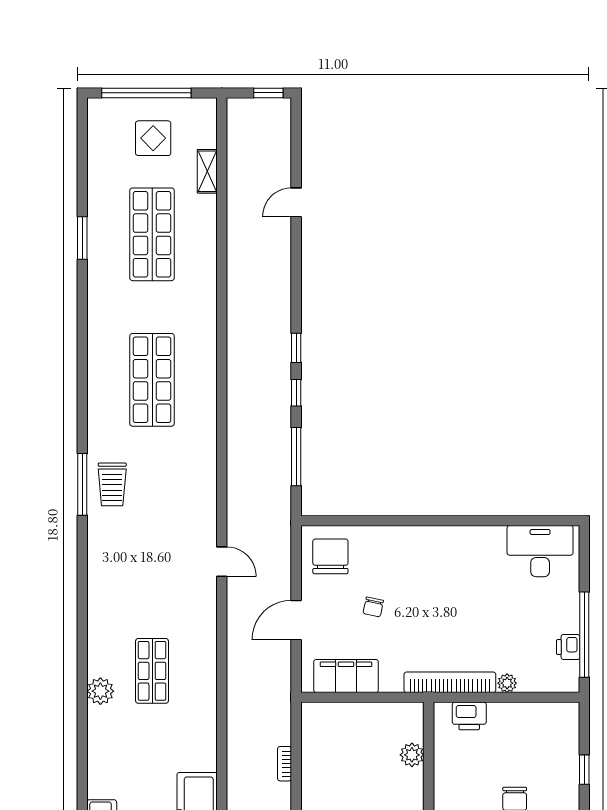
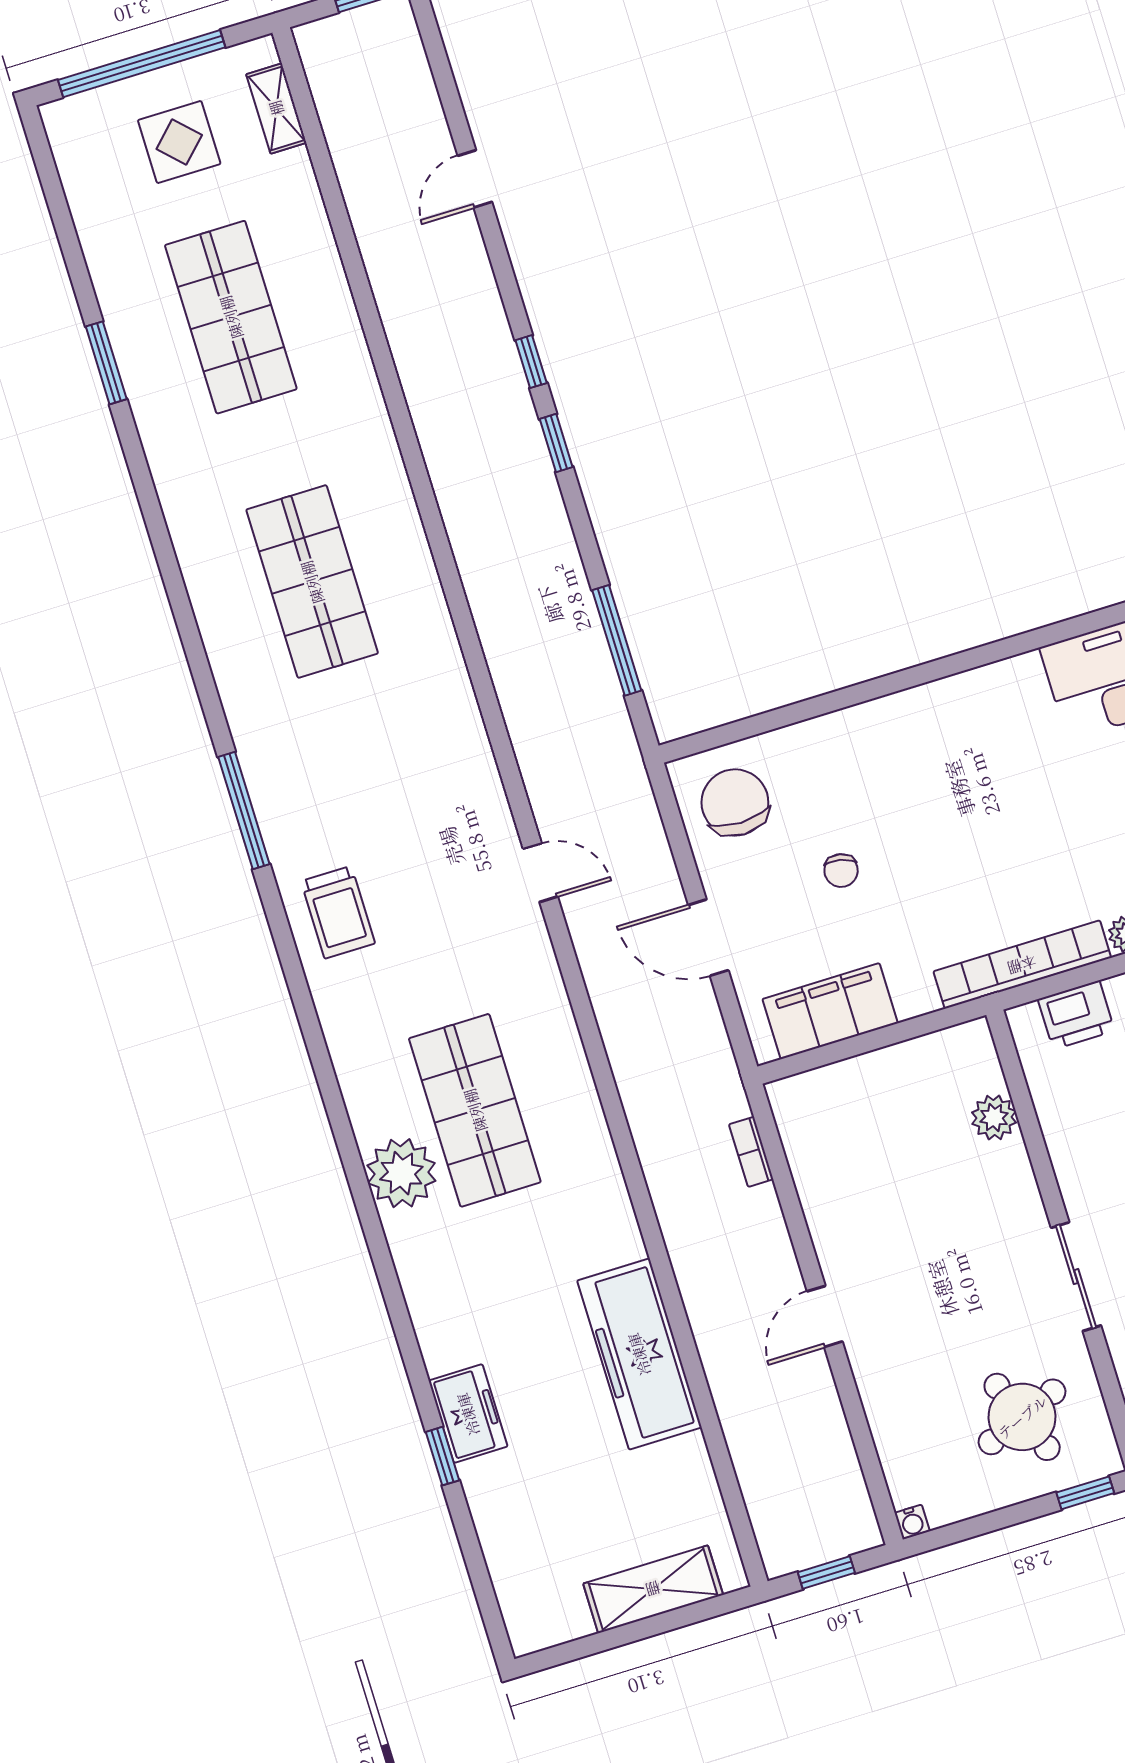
shelving: (207, 171) -> (276, 108), moved
window: (296, 393) -> (531, 362), moved
trolley: (112, 484) -> (338, 912), moved
door: (296, 620) -> (708, 938), hinge flipped
shop shelf: (152, 671) -> (475, 1110), width x1.43, depth x1.36
plant: (100, 691) -> (401, 1173), width x1.36, depth x1.36
bookcase: (285, 764) -> (751, 1152), moved

